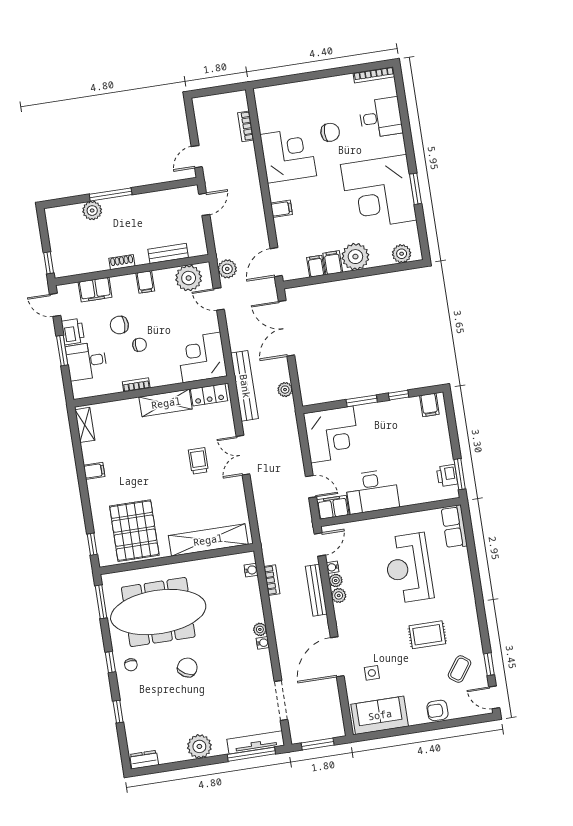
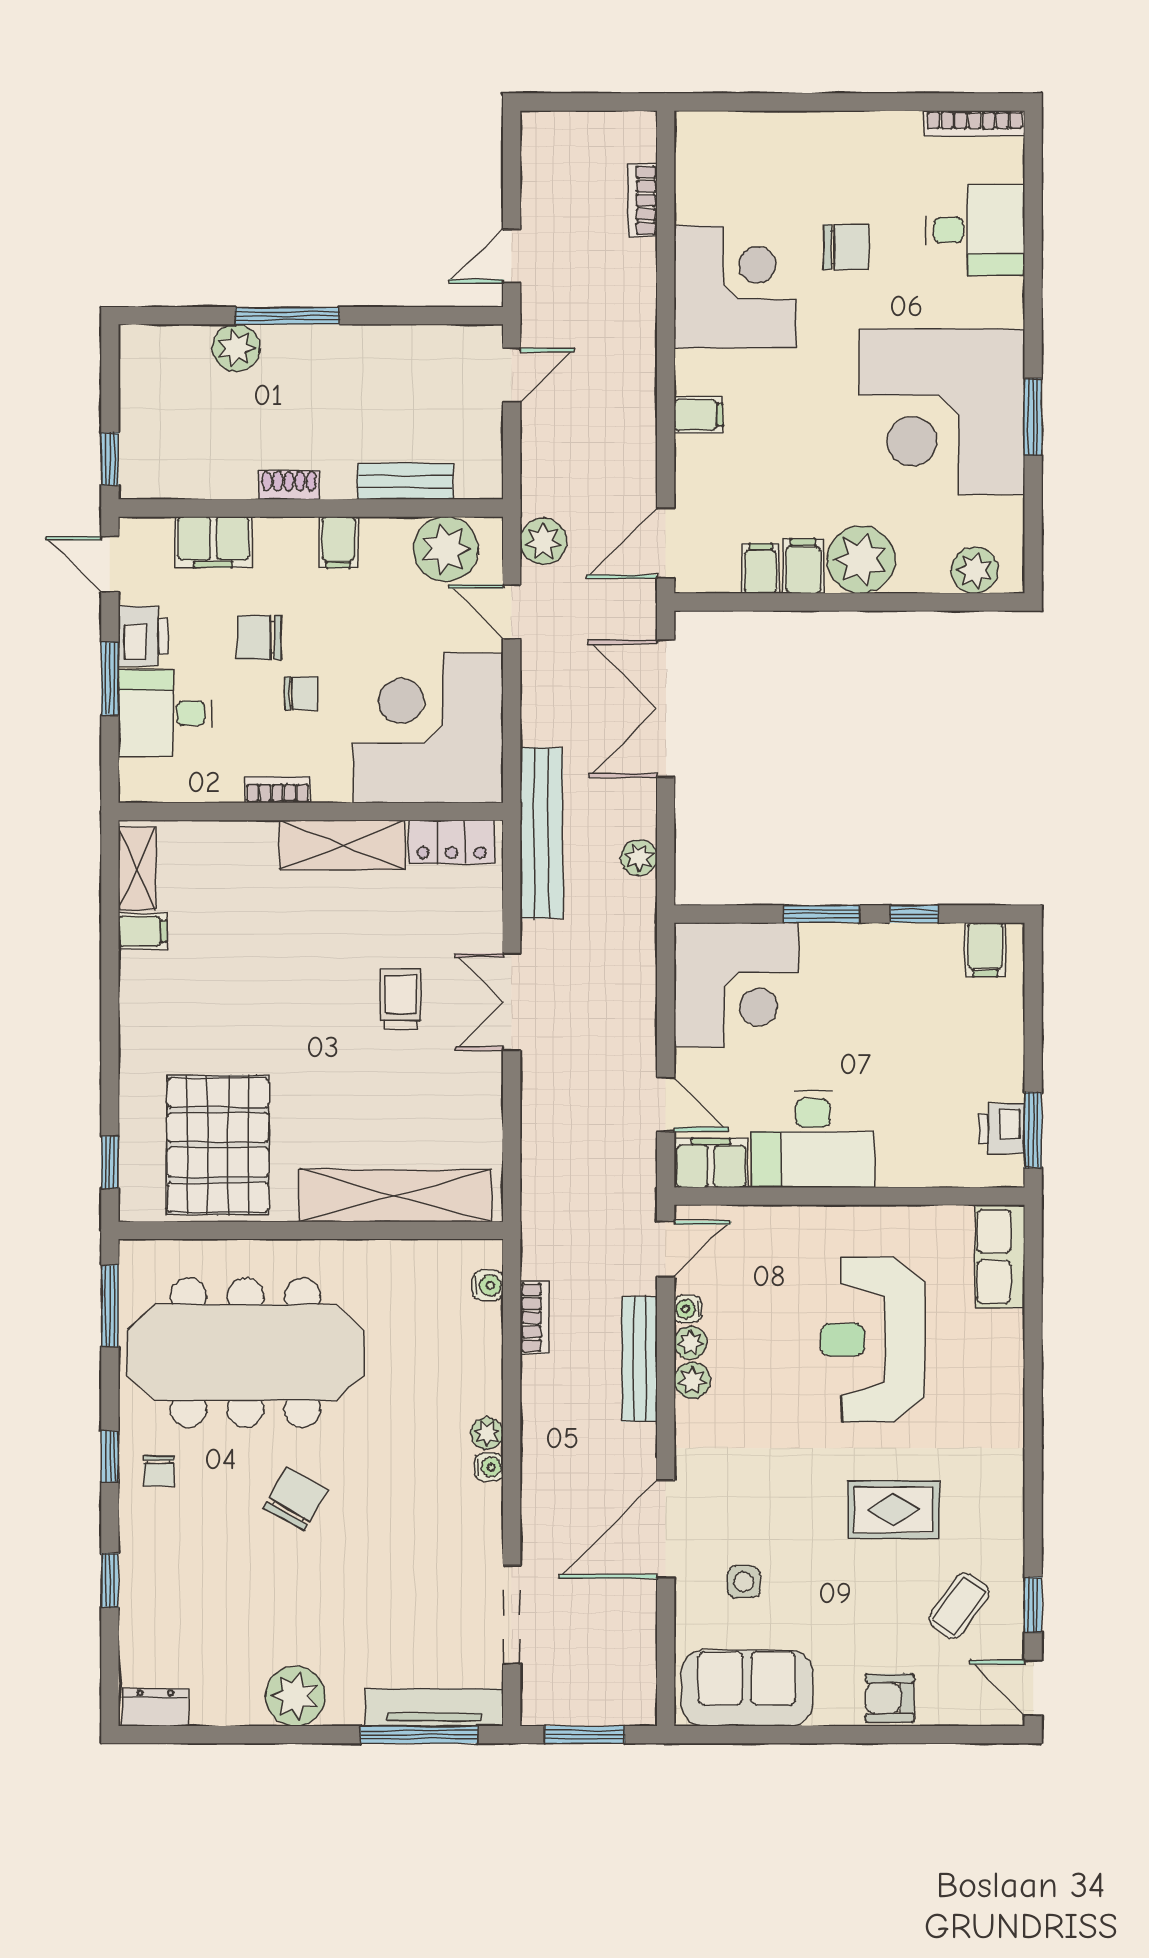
corner desk: (202, 357) -> (428, 728), width x1.36, depth x1.36
filing cabinet: (94, 471) -> (143, 931), moved

